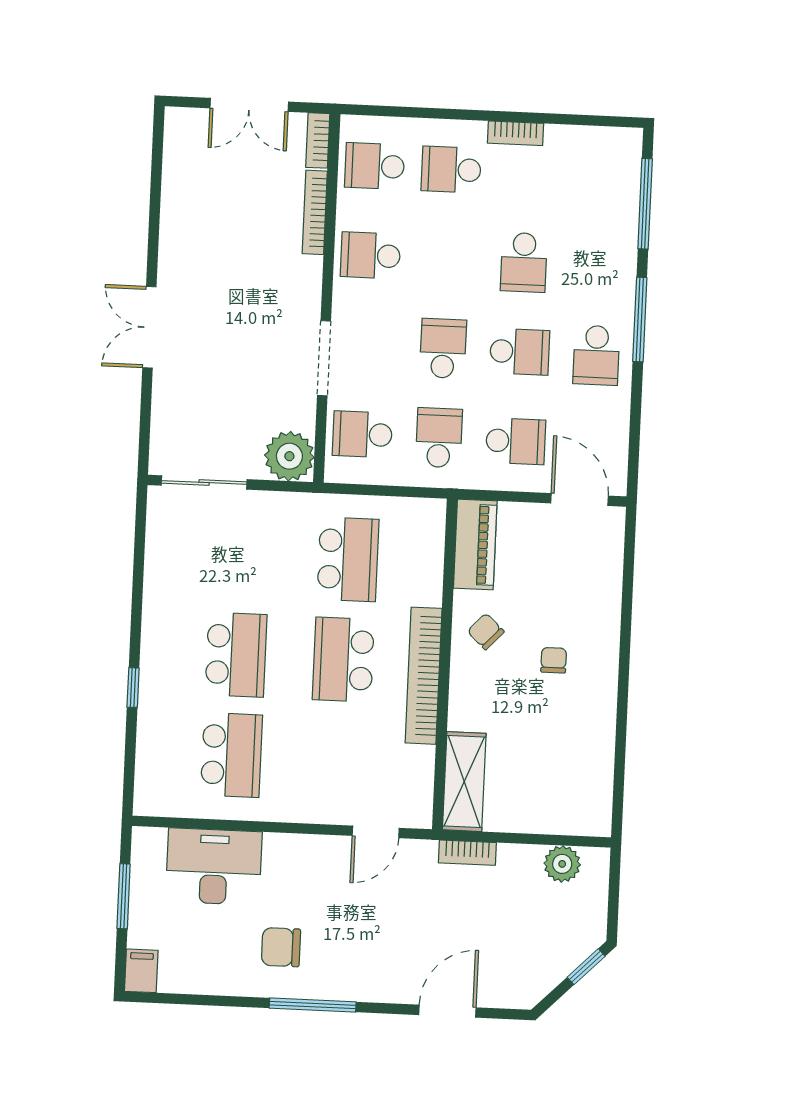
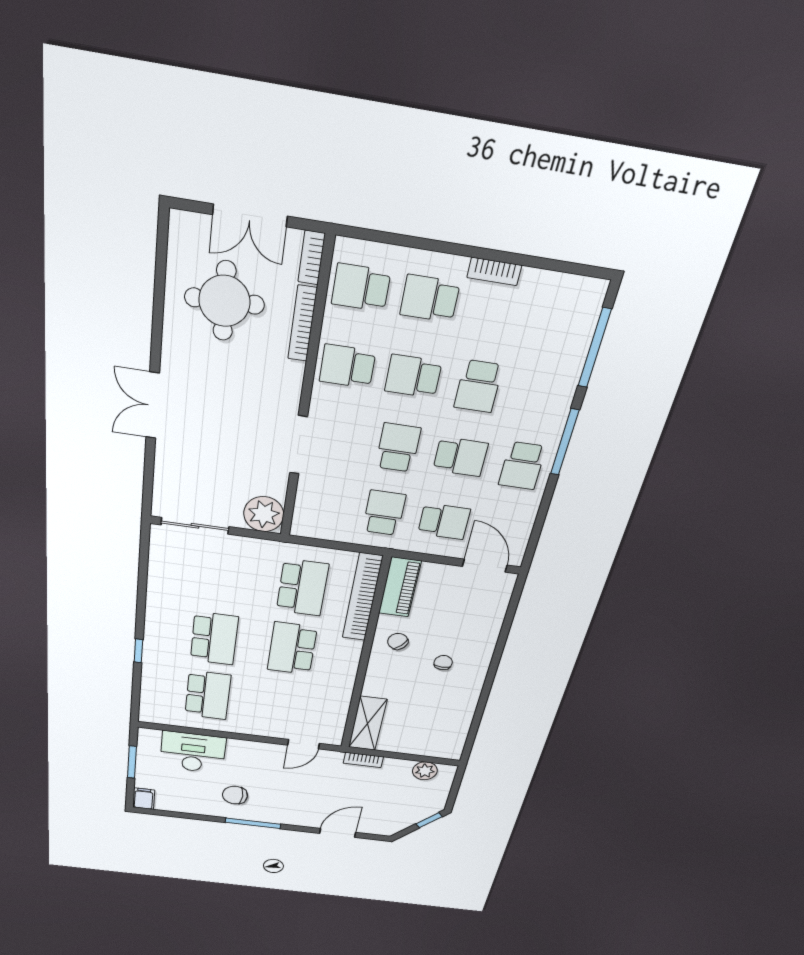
round table: (227, 197) -> (224, 301), added
school desk: (362, 434) -> (413, 376), moved
bookcase: (424, 676) -> (362, 597), moved

